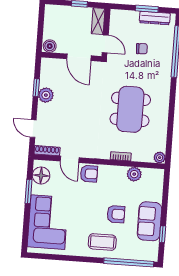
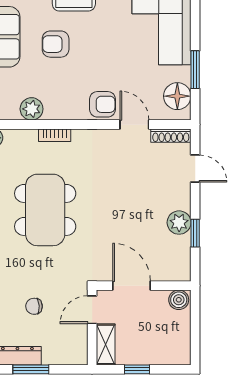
door: (105, 44) -> (92, 310), hinge flipped
armchair: (89, 174) -> (102, 104), turned 180

